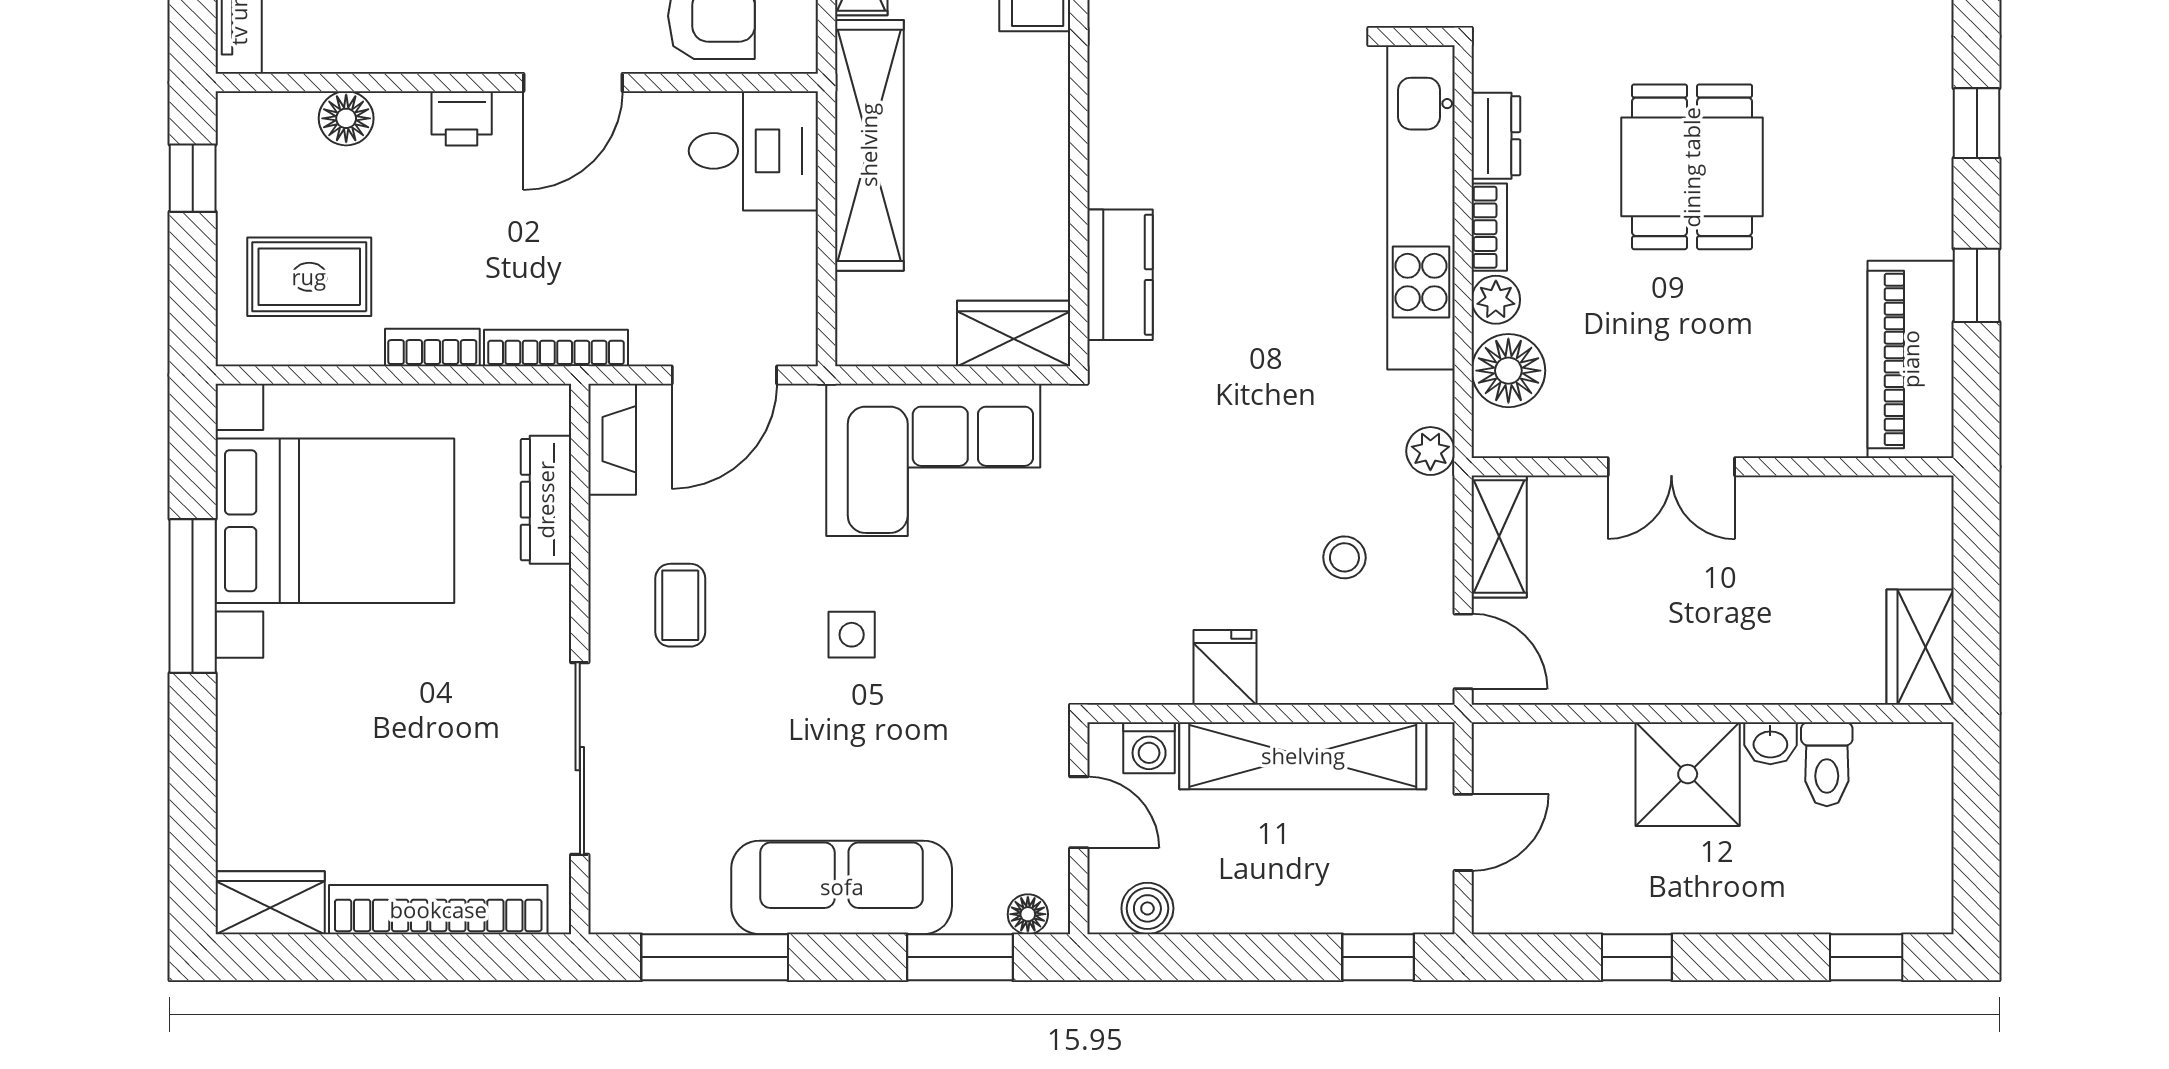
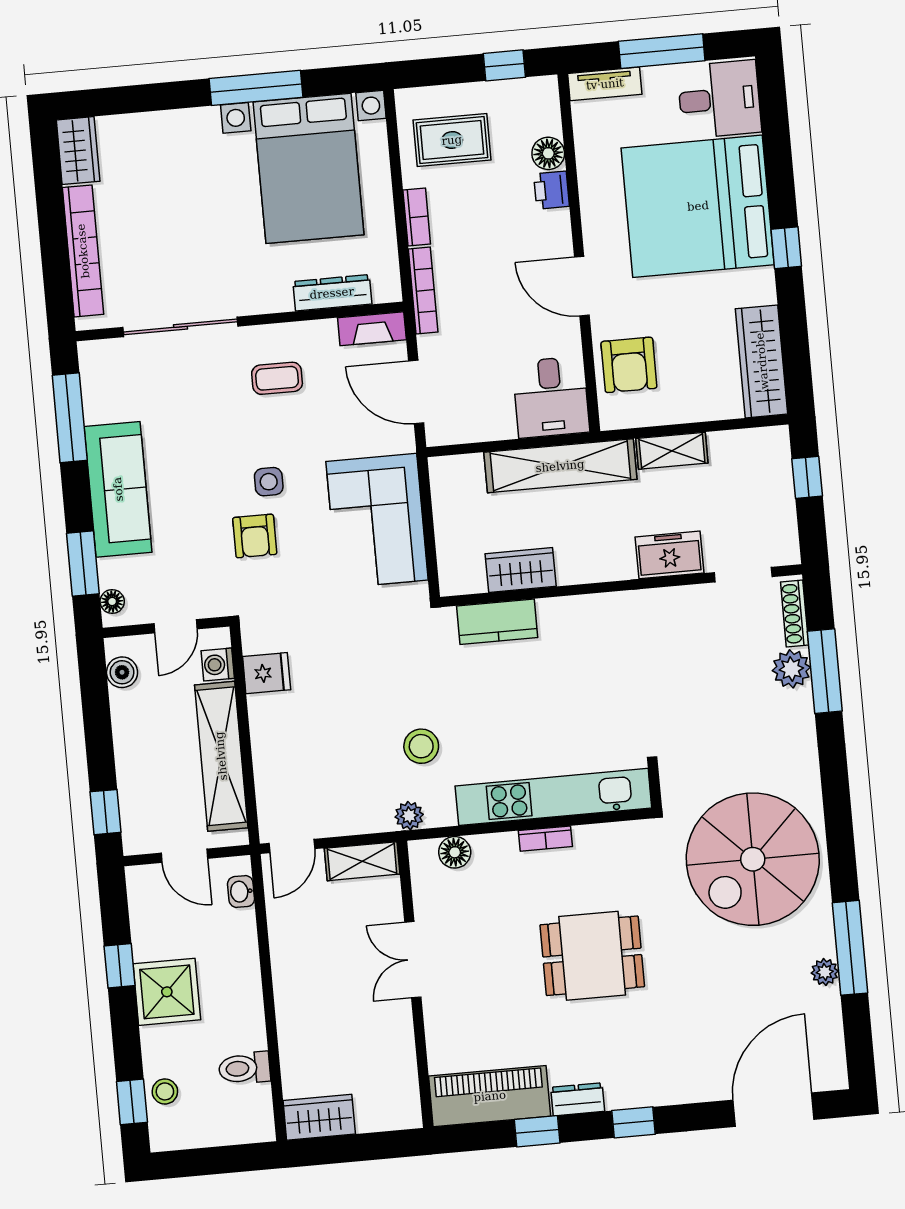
printer: (462, 118) -> (552, 190), moved
dresser: (1496, 136) -> (578, 1099), moved, turned 180
rug: (309, 277) -> (452, 140), turned 90
plant: (1496, 300) -> (503, 846), removed
wardrobe: (1014, 334) -> (521, 570), moved, turned -90
floor lamp: (1508, 371) -> (455, 852), width x0.73, depth x0.73
stool: (1344, 557) -> (421, 746), moved, width x1.37, depth x1.37
armchair: (940, 666) -> (255, 536), added
fridge: (1225, 667) -> (267, 673), moved
washbasin: (1770, 743) -> (241, 892), moved
shower: (1688, 774) -> (167, 992), moved
stool: (1854, 901) -> (165, 1091), added

